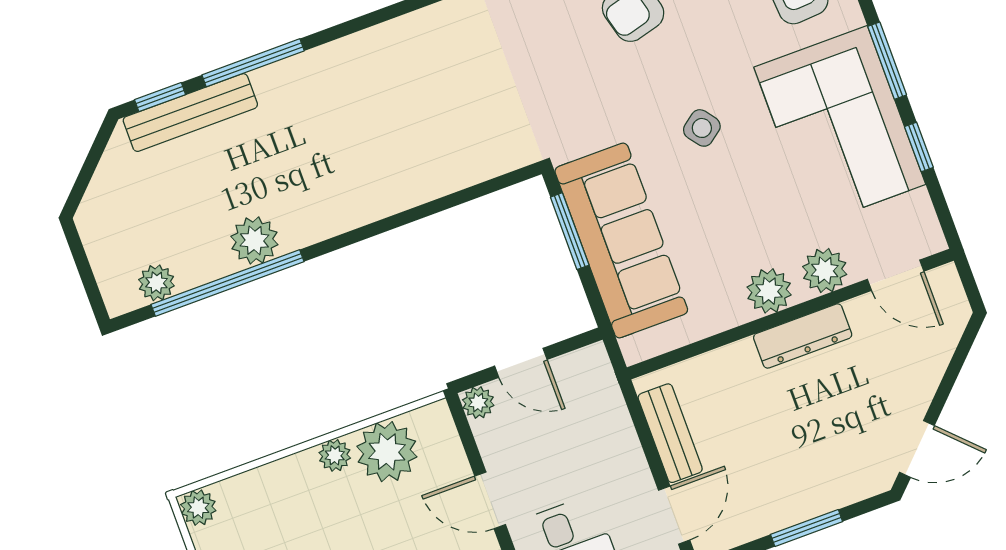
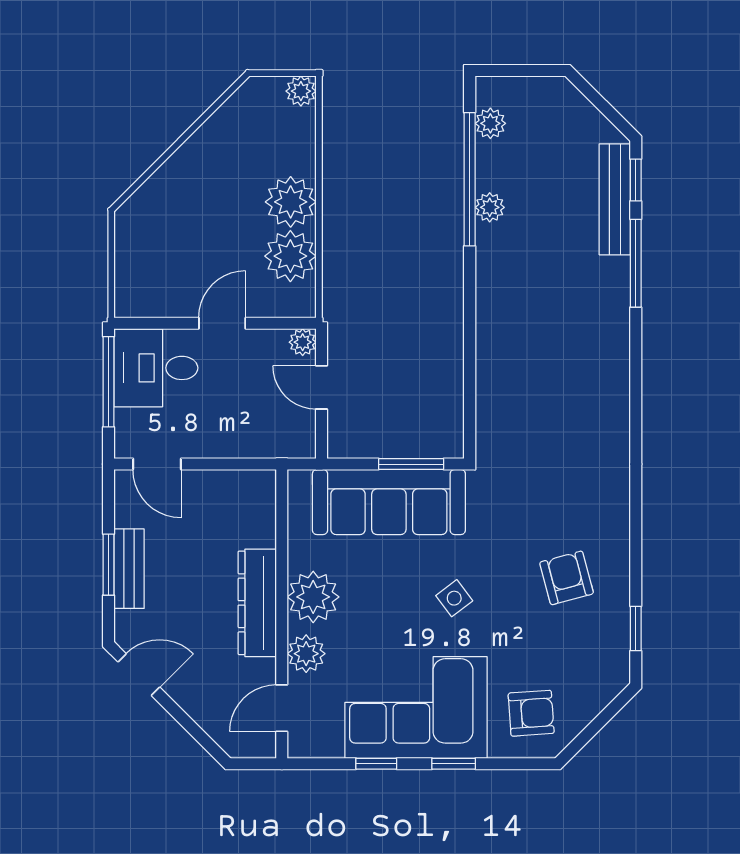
window: (887, 61) -> (454, 764), width x0.67
plant: (254, 240) -> (490, 207), width x0.73, depth x0.73
plant: (769, 291) -> (313, 597), width x1.36, depth x1.36
dresser: (803, 336) -> (257, 603), width x1.37, depth x1.24
door: (521, 363) -> (322, 387), hinge flipped
bench: (670, 433) -> (129, 569), moved, turned 90
door: (917, 449) -> (139, 675), swing flipped
plant: (335, 455) -> (291, 202), width x1.88, depth x1.88

